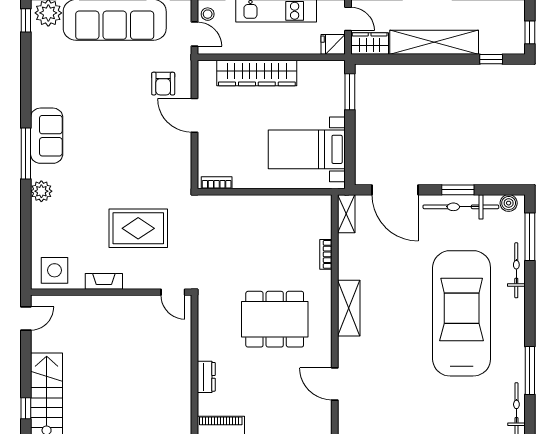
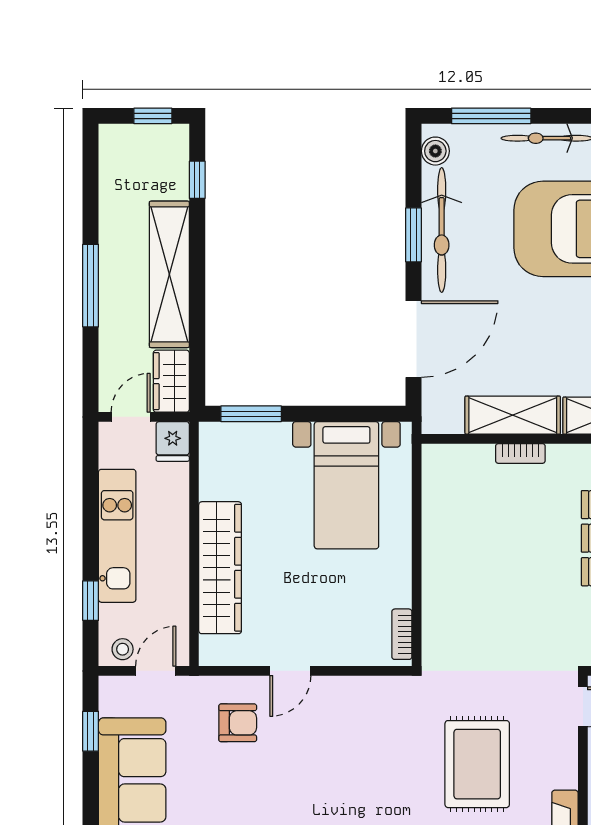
door: (195, 115) -> (290, 671), width x0.73
shelving: (346, 214) -> (513, 415), moved, width x1.50, depth x1.33

